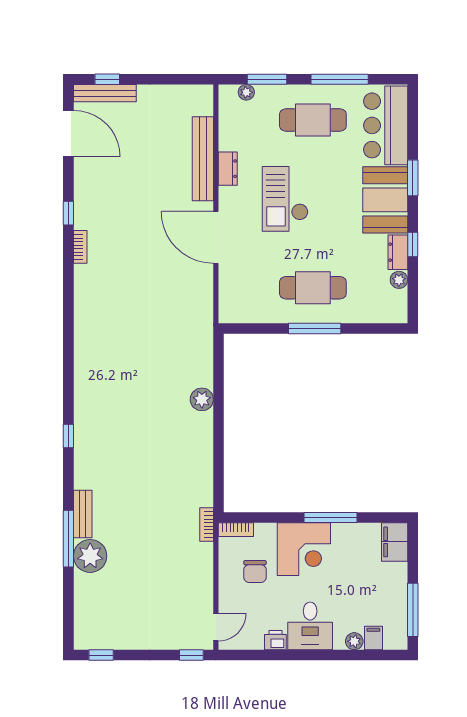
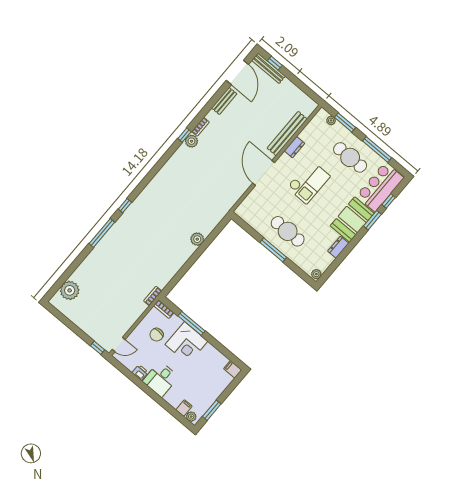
checkout: (285, 199) -> (309, 182), turned 180
window: (68, 213) -> (184, 135), moved
window: (413, 245) -> (389, 201), moved
plant: (85, 276) -> (191, 141), added
plant: (399, 280) -> (316, 274), moved
bench: (83, 514) -> (224, 101), moved
window: (330, 517) -> (192, 323), moved
window: (68, 539) -> (102, 233), moved
filing cabinet: (395, 542) -> (233, 369), width x0.50
plant: (90, 556) -> (70, 290), moved
window: (413, 610) -> (212, 410), width x0.69
plant: (354, 641) -> (191, 417), moved
window: (101, 655) -> (58, 314), removed

